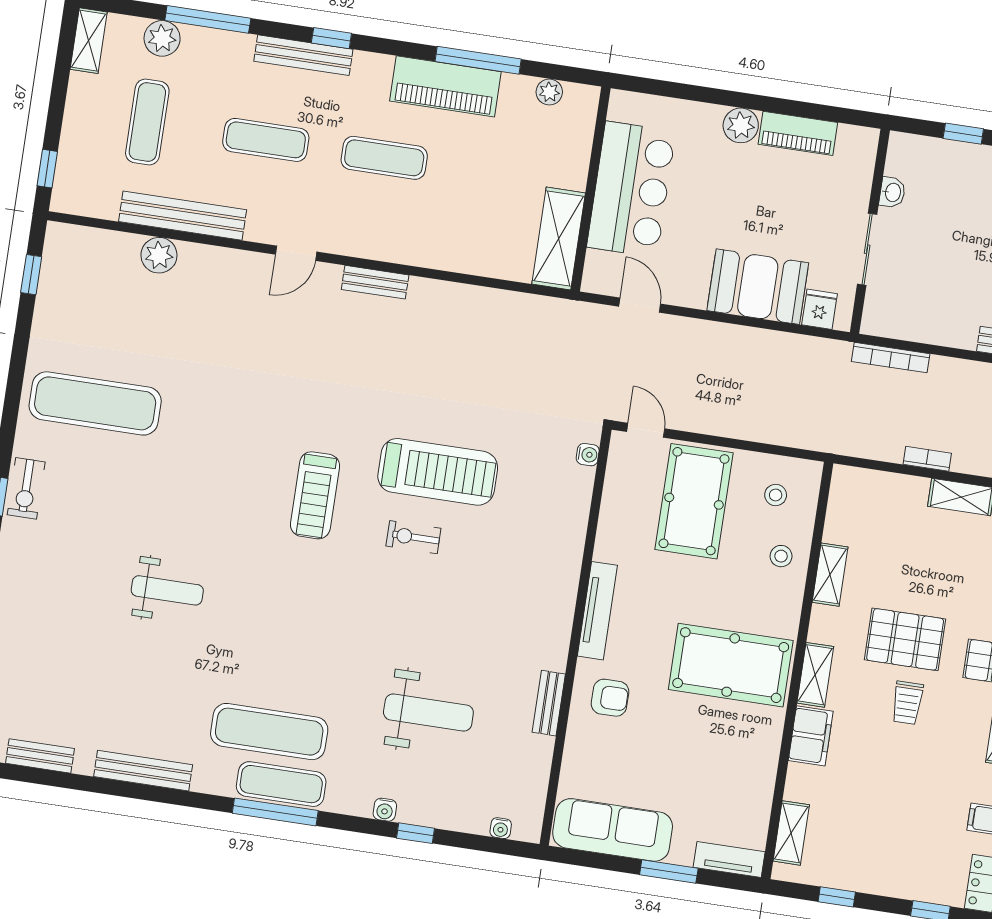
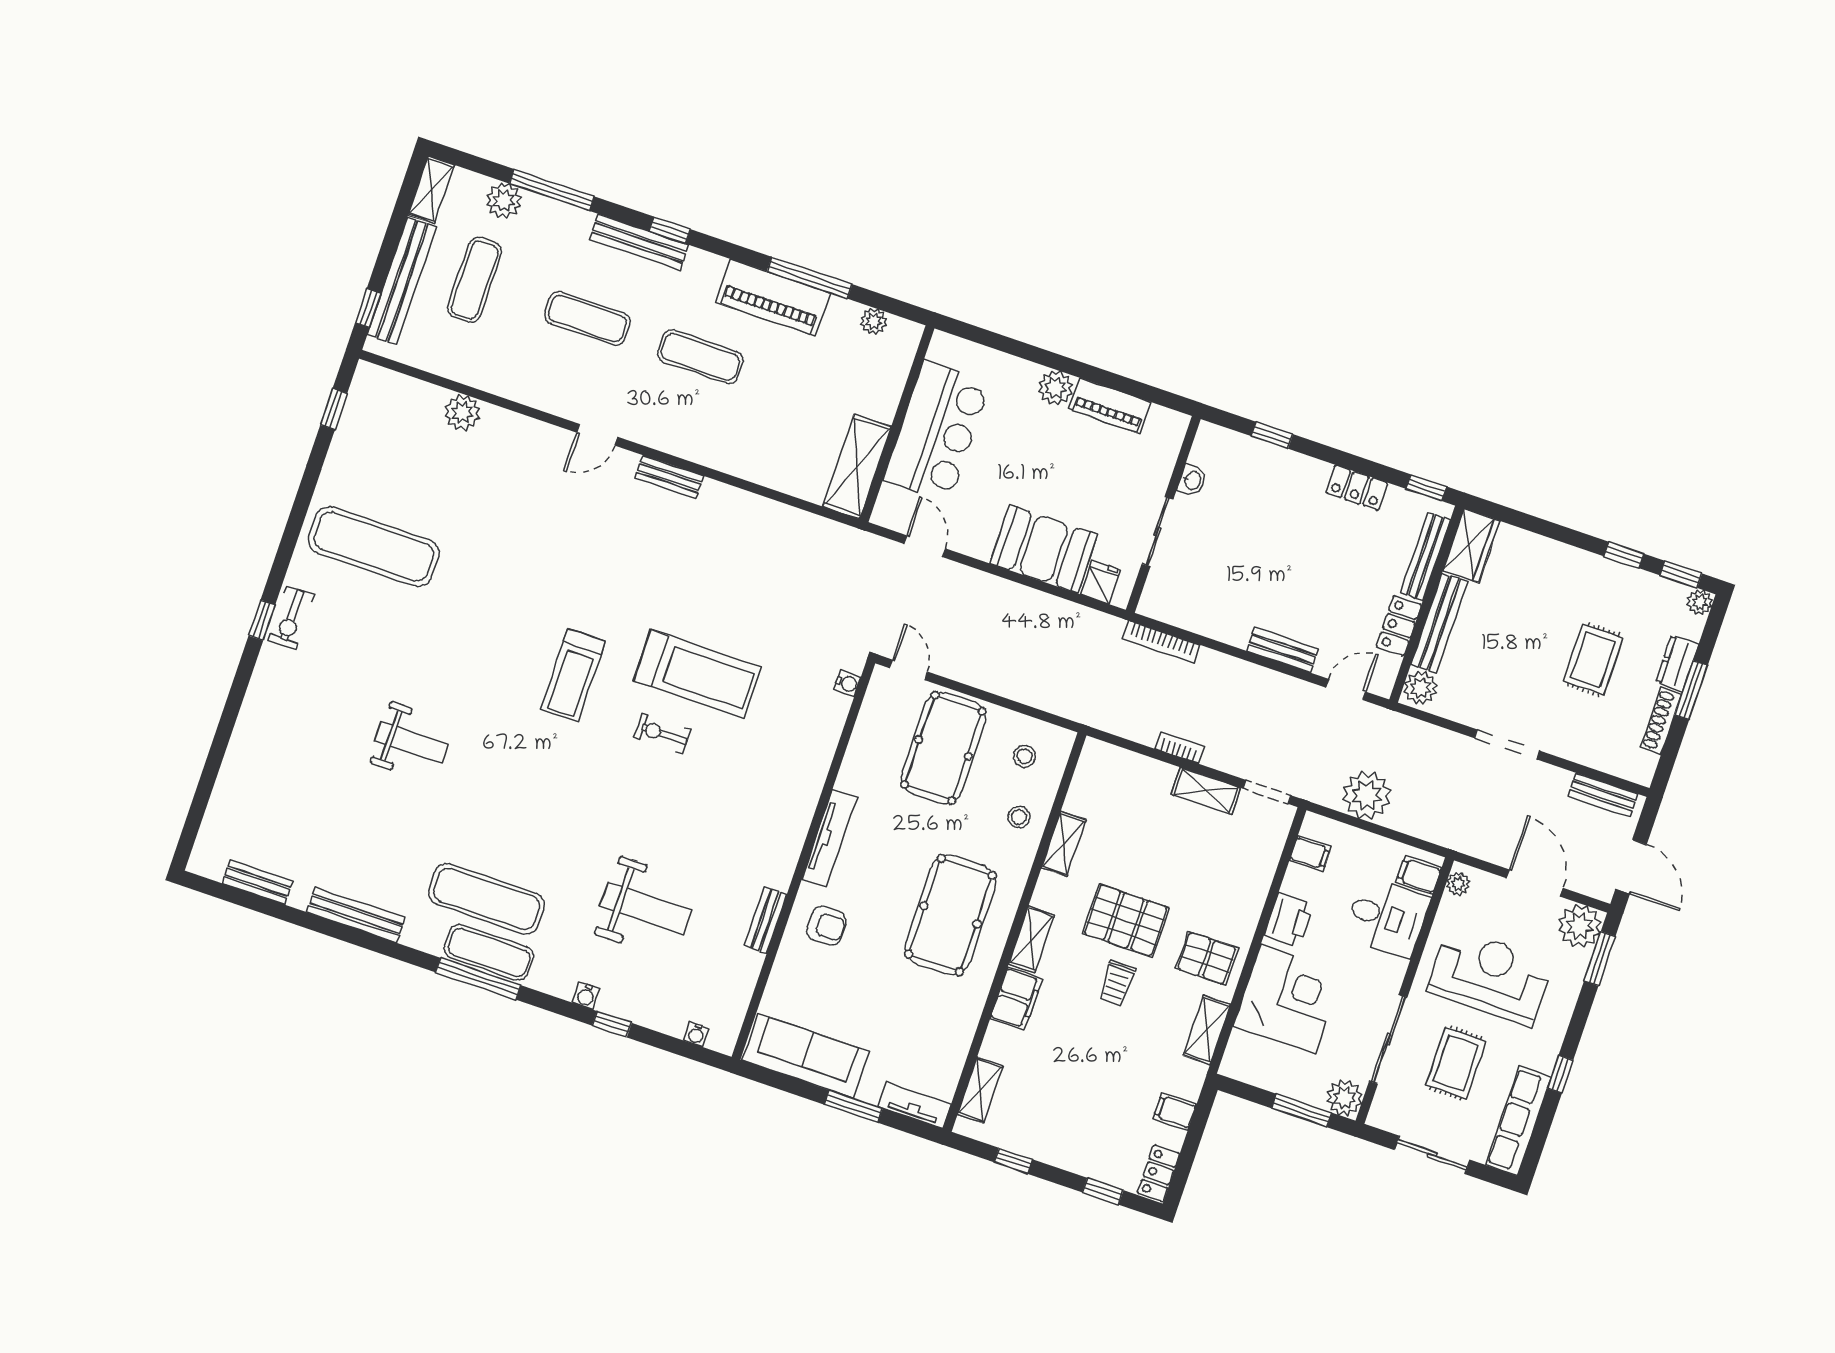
bench: (183, 216) -> (402, 281), moved, turned 90
pool table: (731, 665) -> (950, 915), turned 90

